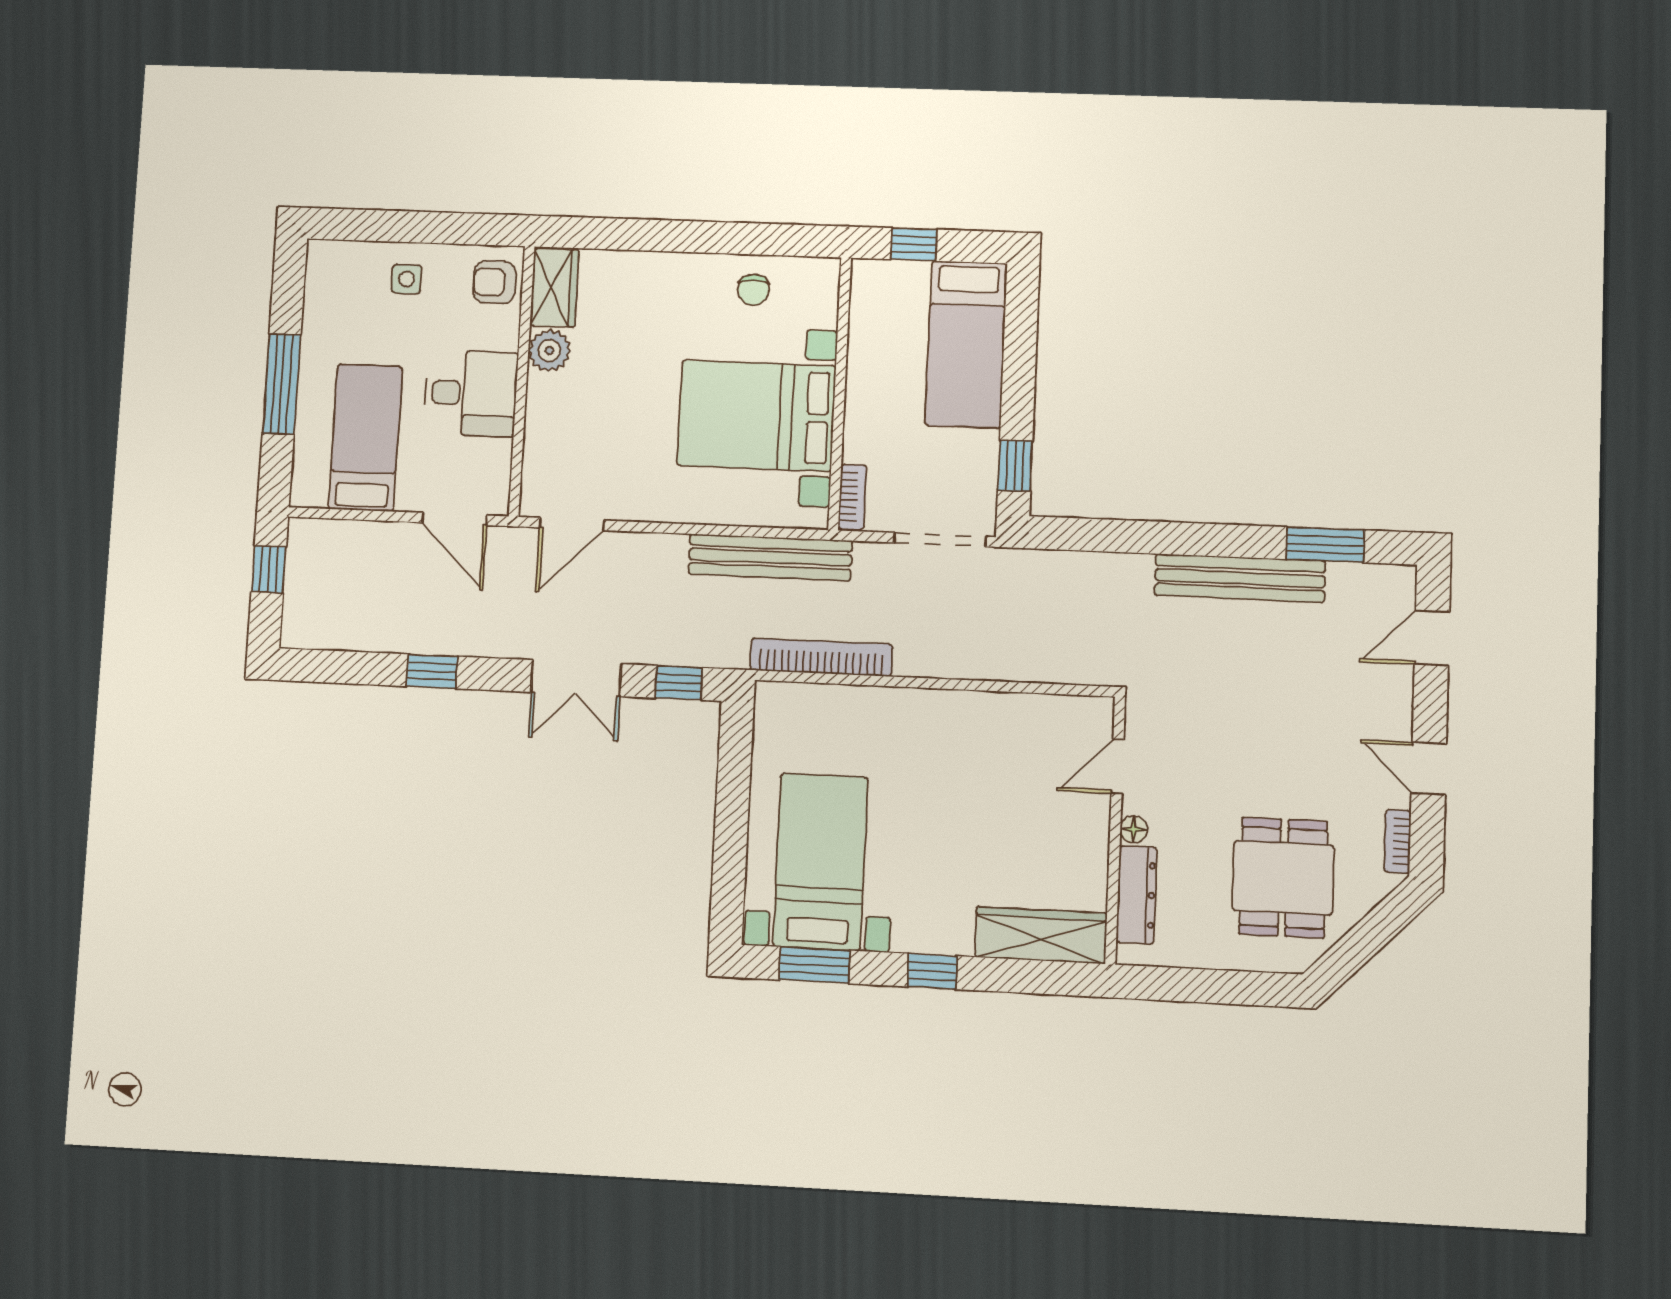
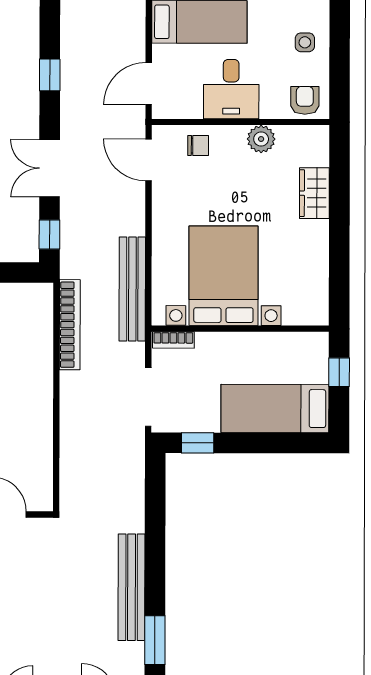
wardrobe: (554, 288) -> (314, 193), moved, turned 90
chair: (753, 290) -> (198, 146), moved, turned 180

